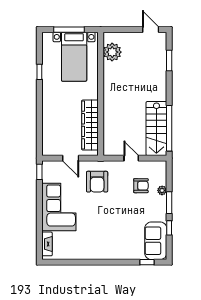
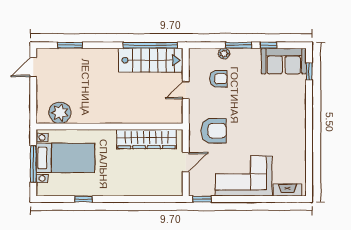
armchair: (141, 186) -> (218, 79), turned 90

